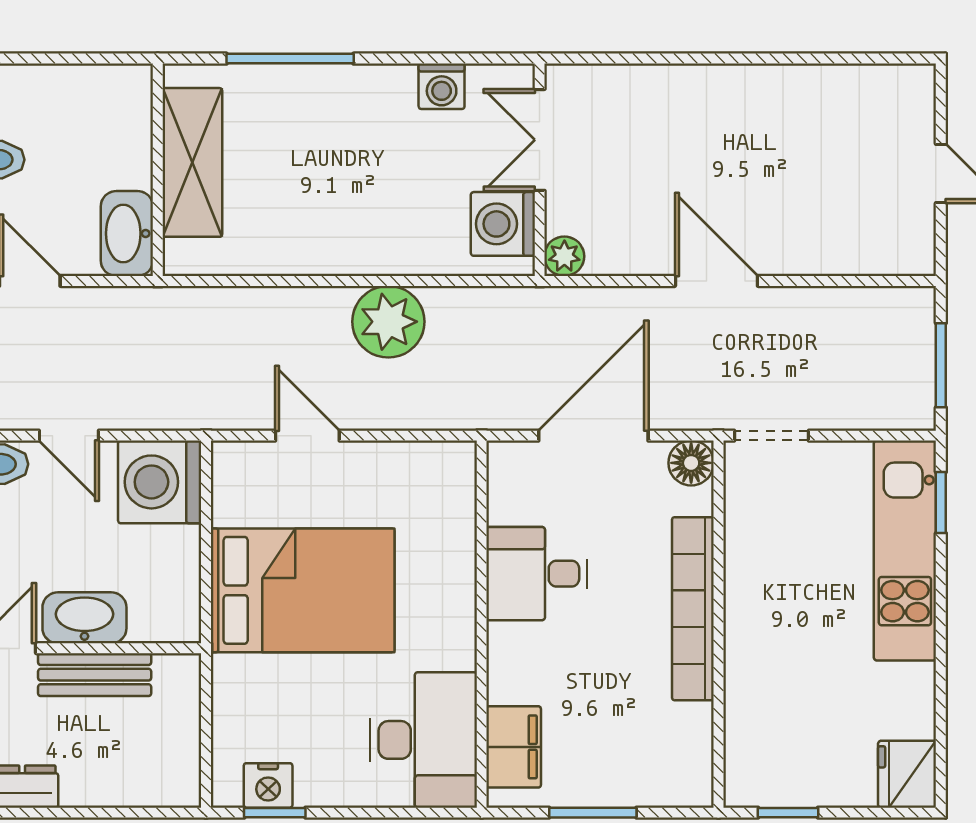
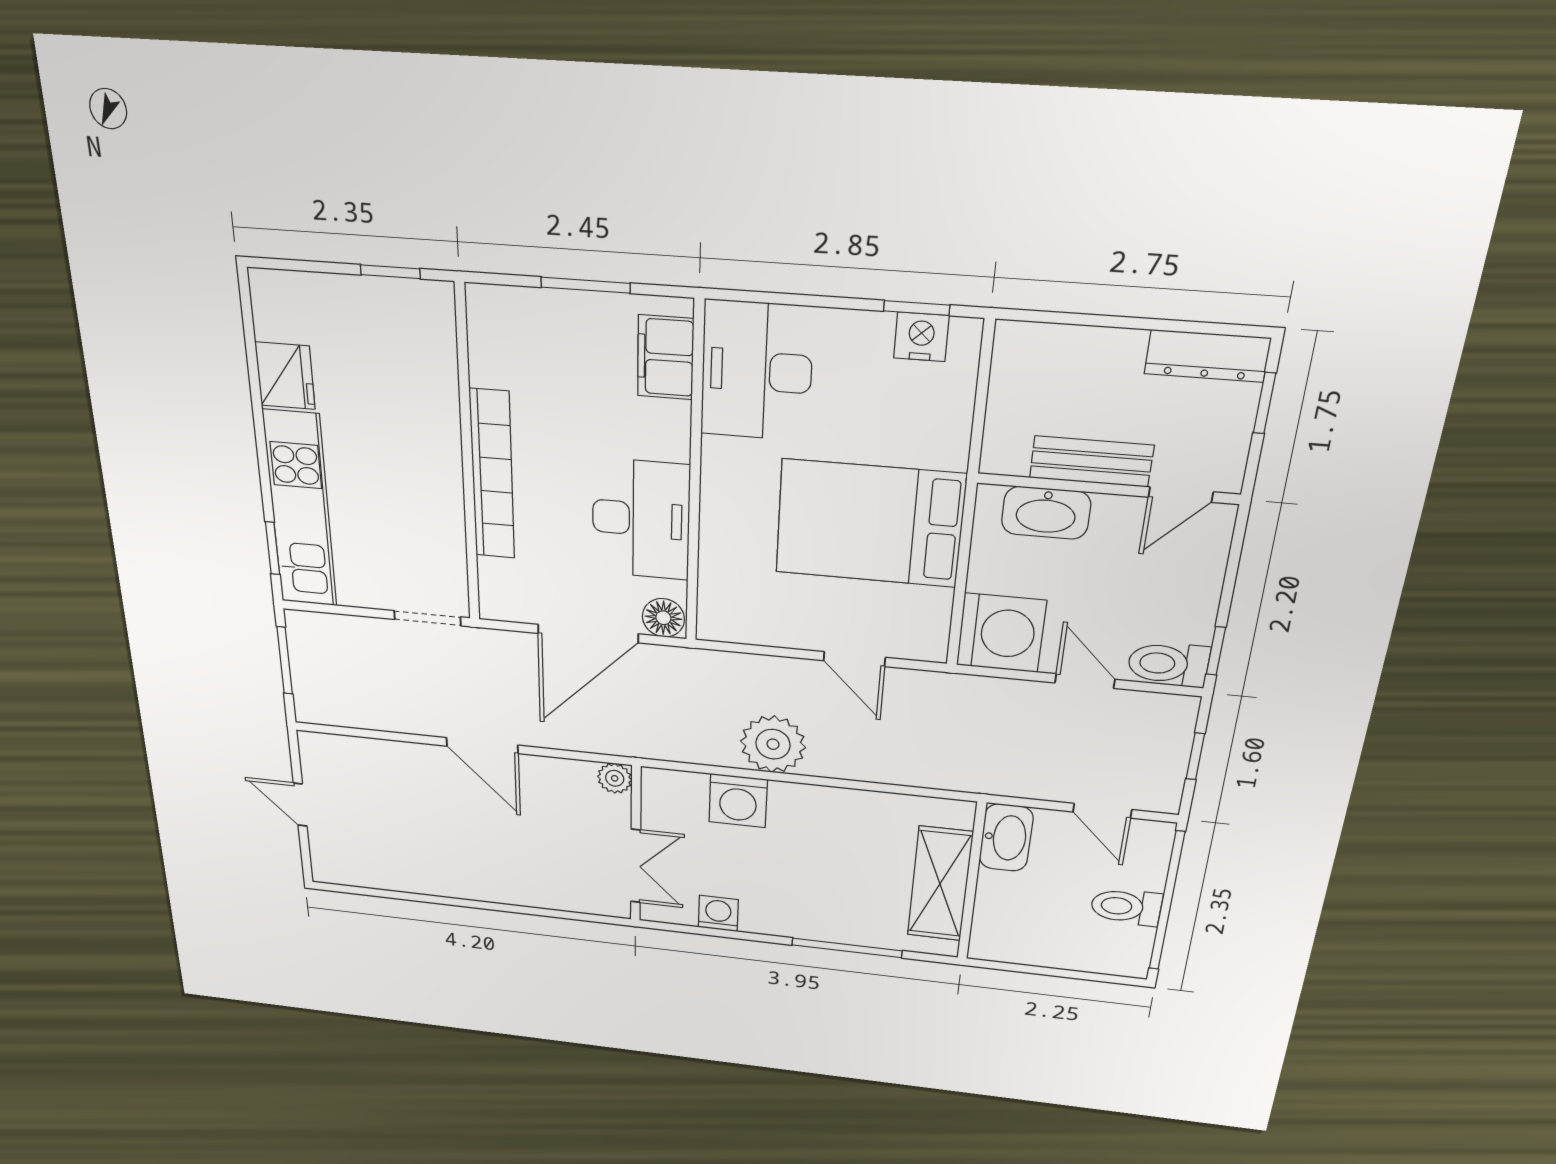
washing machine: (503, 224) -> (738, 801), moved, turned 90
floor lamp: (691, 463) -> (663, 618), moved
desk: (537, 574) -> (641, 519), width x1.37
washbasin: (84, 618) -> (1046, 513), moved
fridge: (907, 774) -> (285, 376), moved

